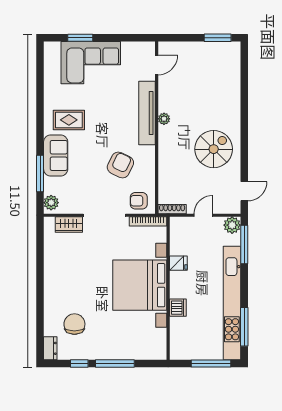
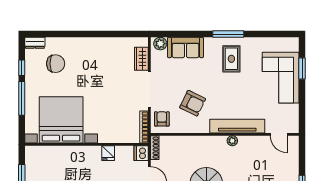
sofa: (56, 155) -> (185, 47), moved
window: (40, 173) -> (228, 34), moved
bed with nightstands: (140, 285) -> (61, 120), moved
dishwasher: (178, 308) -> (141, 153), moved, turned 90

